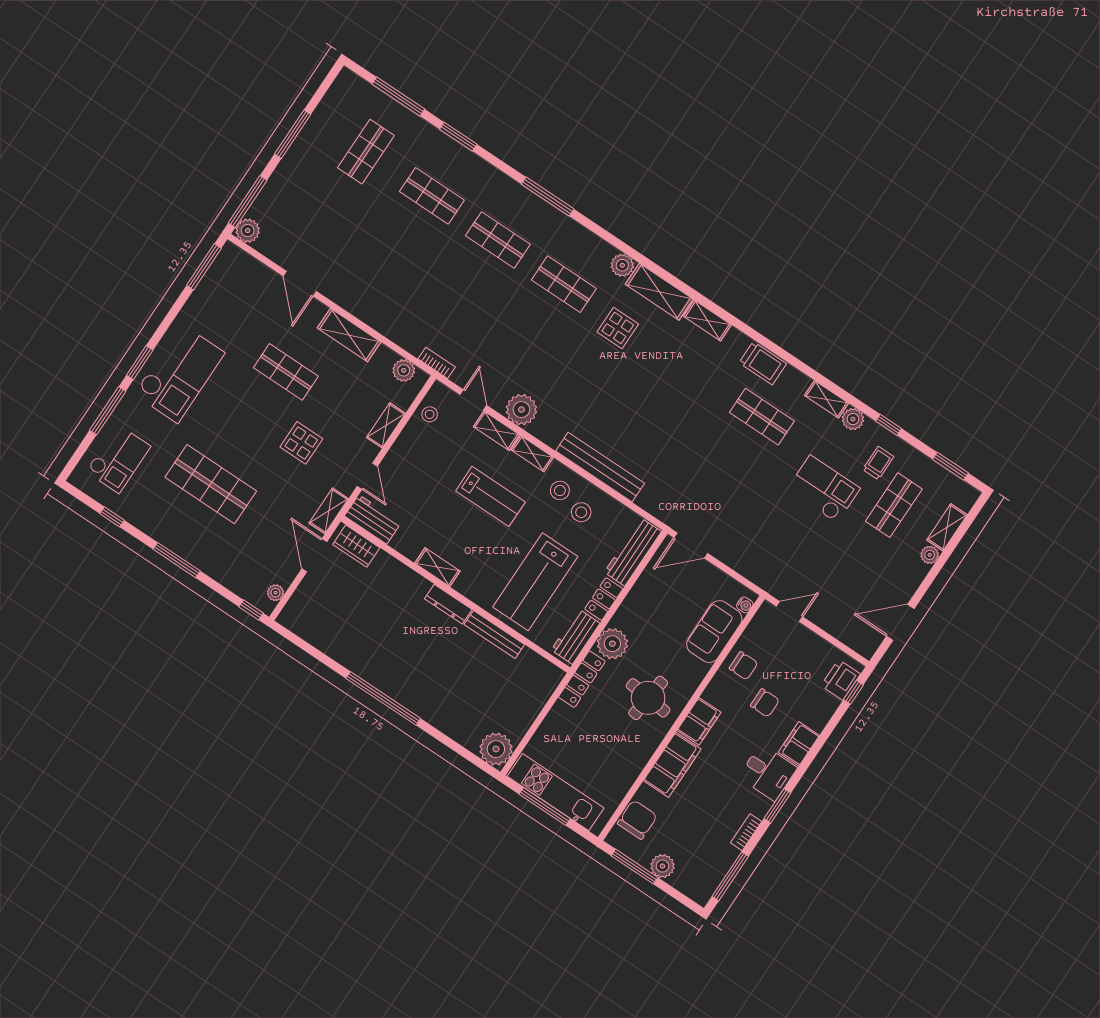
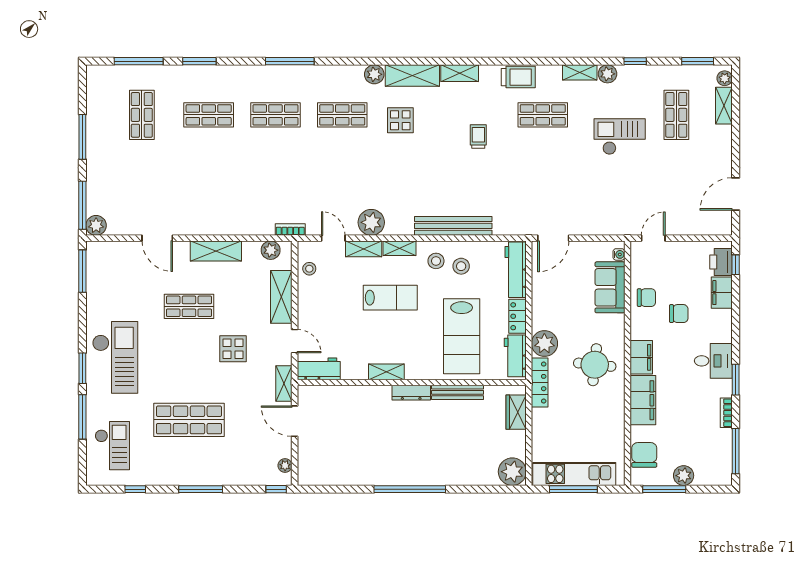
shelving: (386, 425) -> (281, 297), width x1.50, depth x1.33
trolley: (878, 463) -> (478, 136), moved
wardrobe: (356, 546) -> (516, 412), moved, turned 90
plant: (930, 555) -> (725, 78), moved
filing cabinet: (799, 744) -> (722, 293), moved

